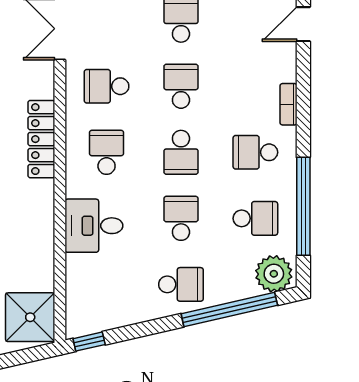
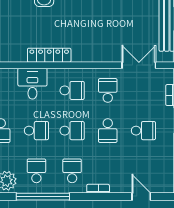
school desk: (181, 86) -> (108, 131), turned 90
locker: (41, 139) -> (49, 55), moved
school desk: (181, 152) -> (72, 131), turned 180
school desk: (255, 218) -> (36, 171), turned 180

